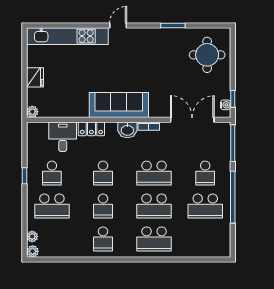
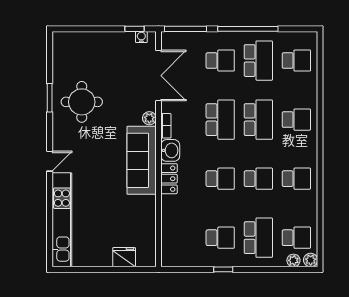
door: (118, 26) -> (50, 161), swing flipped
round table: (207, 55) -> (82, 102), moved
fridge: (35, 77) -> (124, 257), moved
plant: (32, 112) -> (149, 118), moved
double door: (192, 120) -> (158, 76), swing flipped
locker: (91, 129) -> (169, 179), moved
desk: (63, 137) -> (178, 225), removed
school desk: (52, 239) -> (296, 238), added
school desk: (154, 239) -> (296, 120), width x0.54
school desk: (205, 239) -> (296, 61), added

